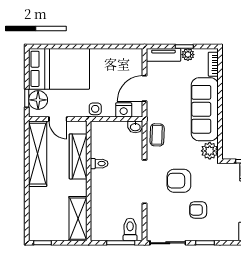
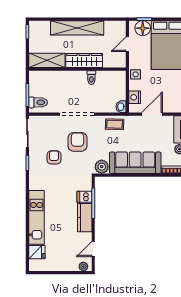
door: (145, 88) -> (152, 114), hinge flipped
shelving: (38, 154) -> (77, 28), moved
wardrobe: (78, 156) -> (84, 61), moved

